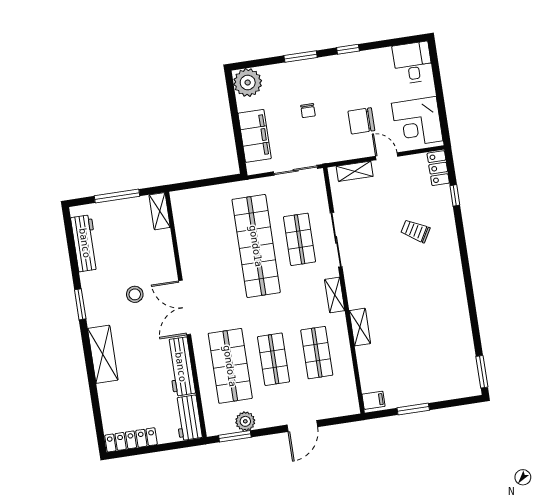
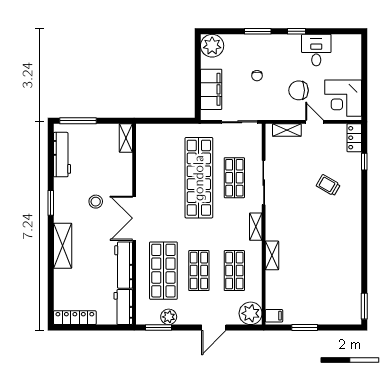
desk: (413, 63) -> (316, 50), moved
window: (117, 196) -> (78, 121), moved
plant: (345, 402) -> (251, 313), added

